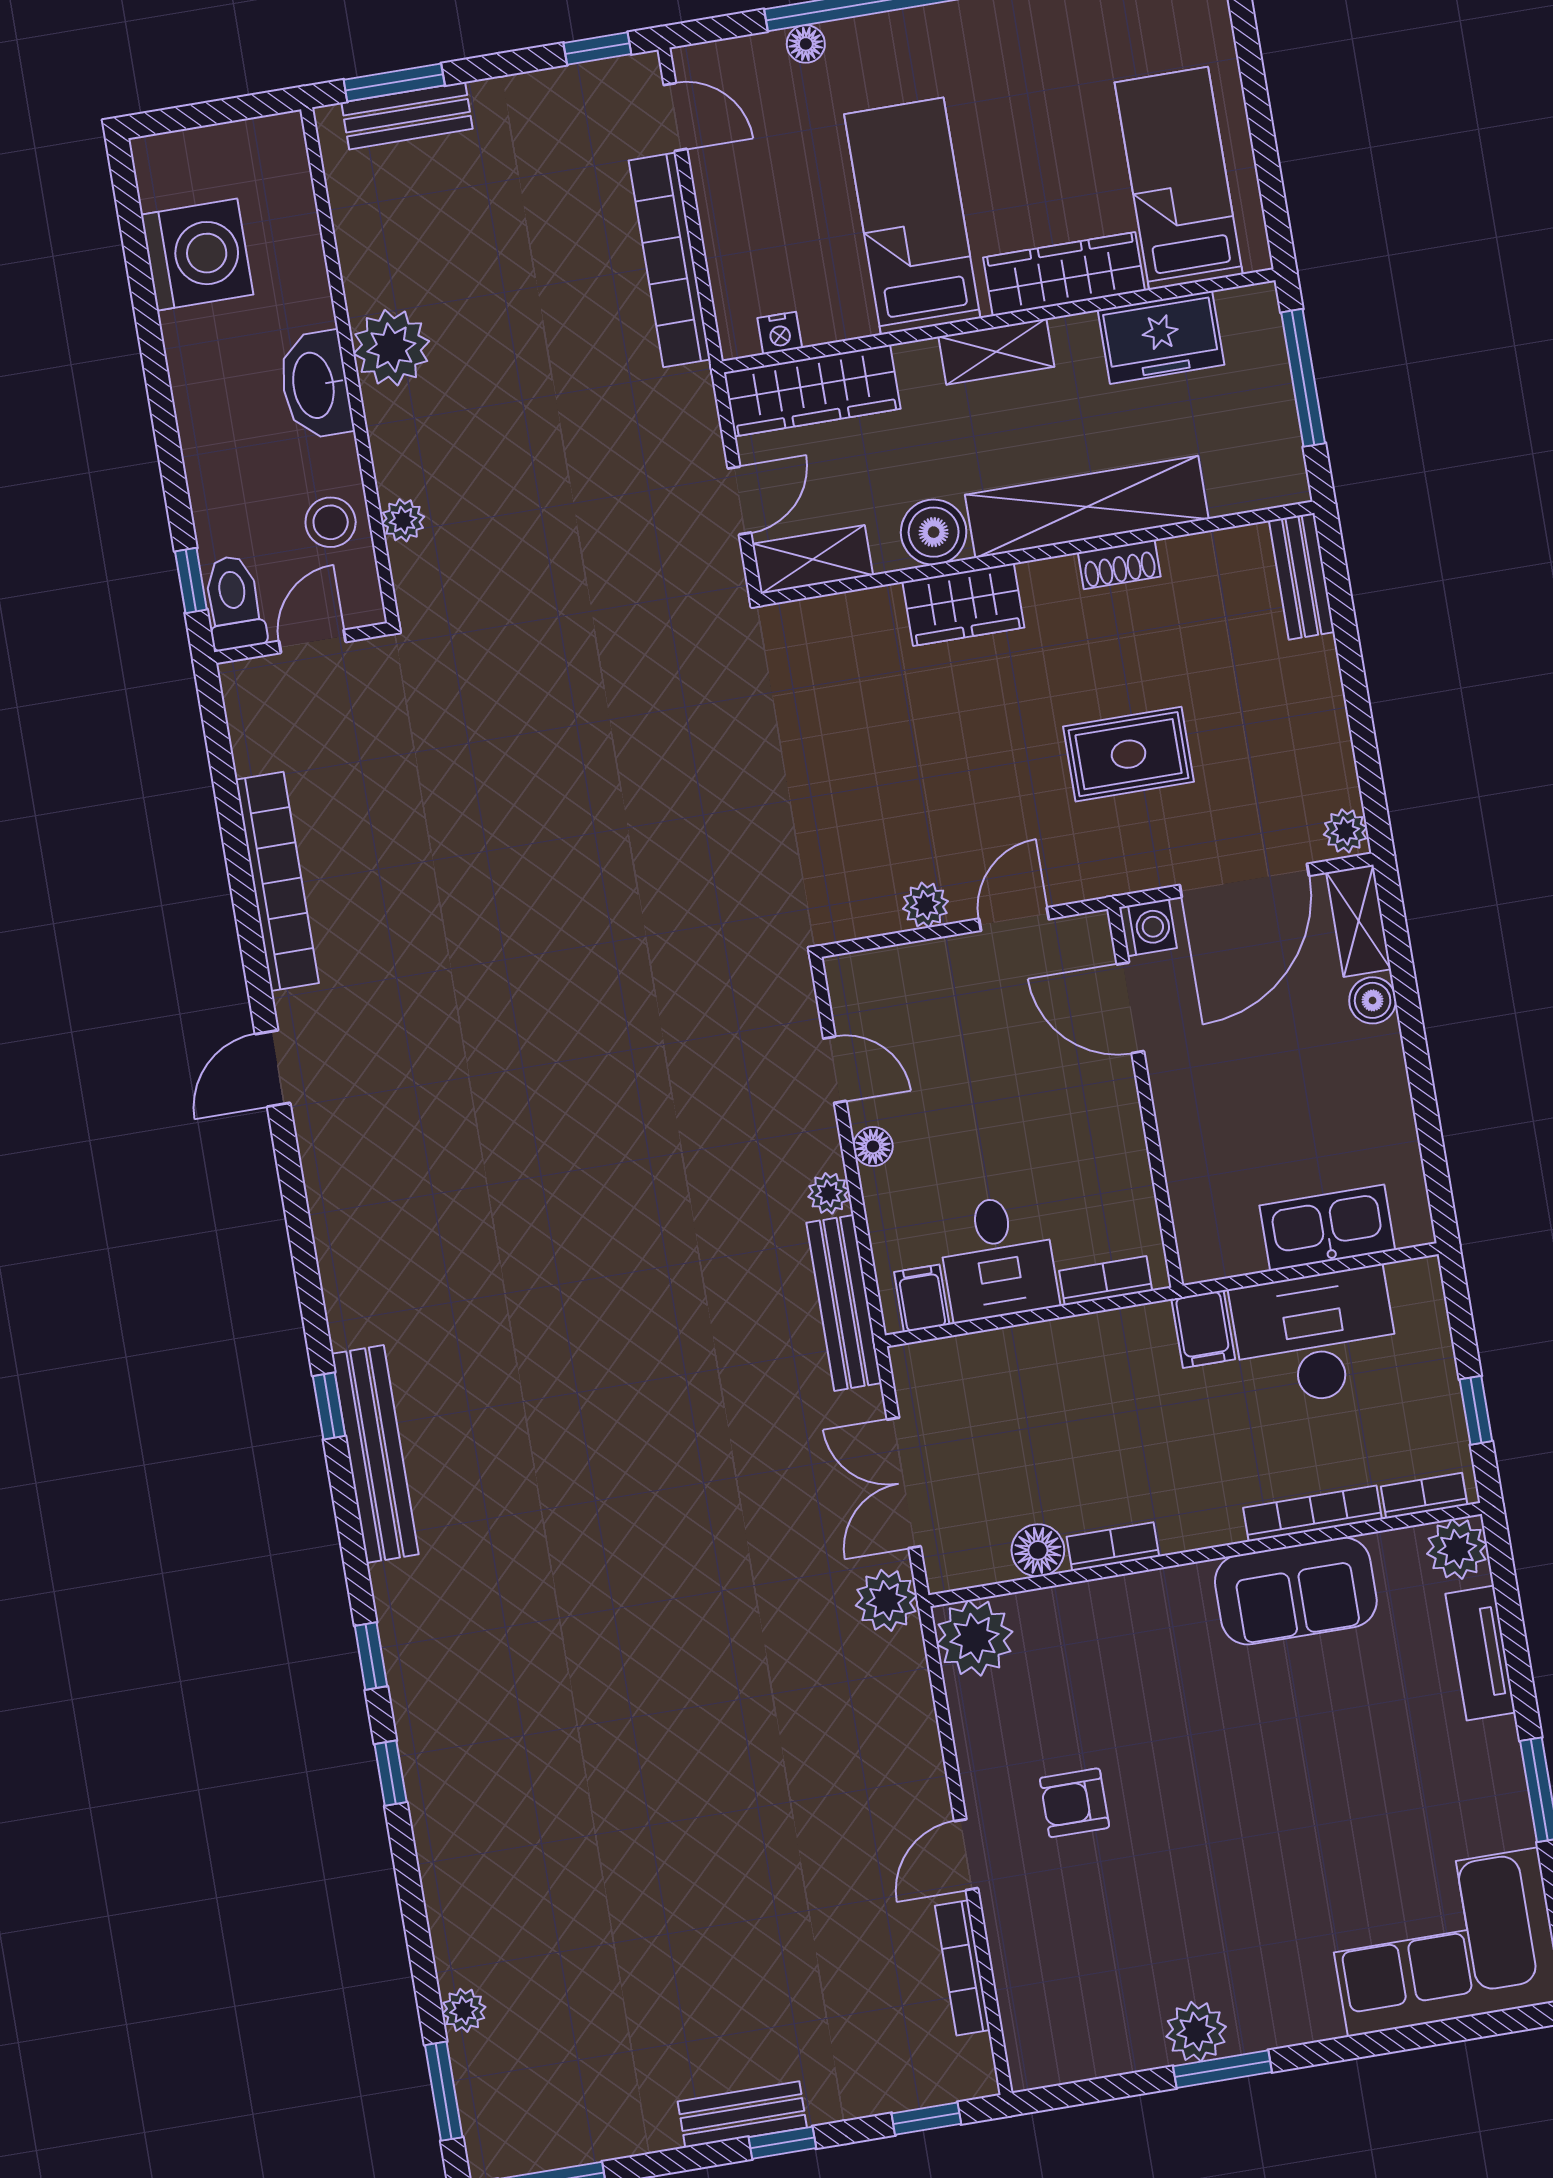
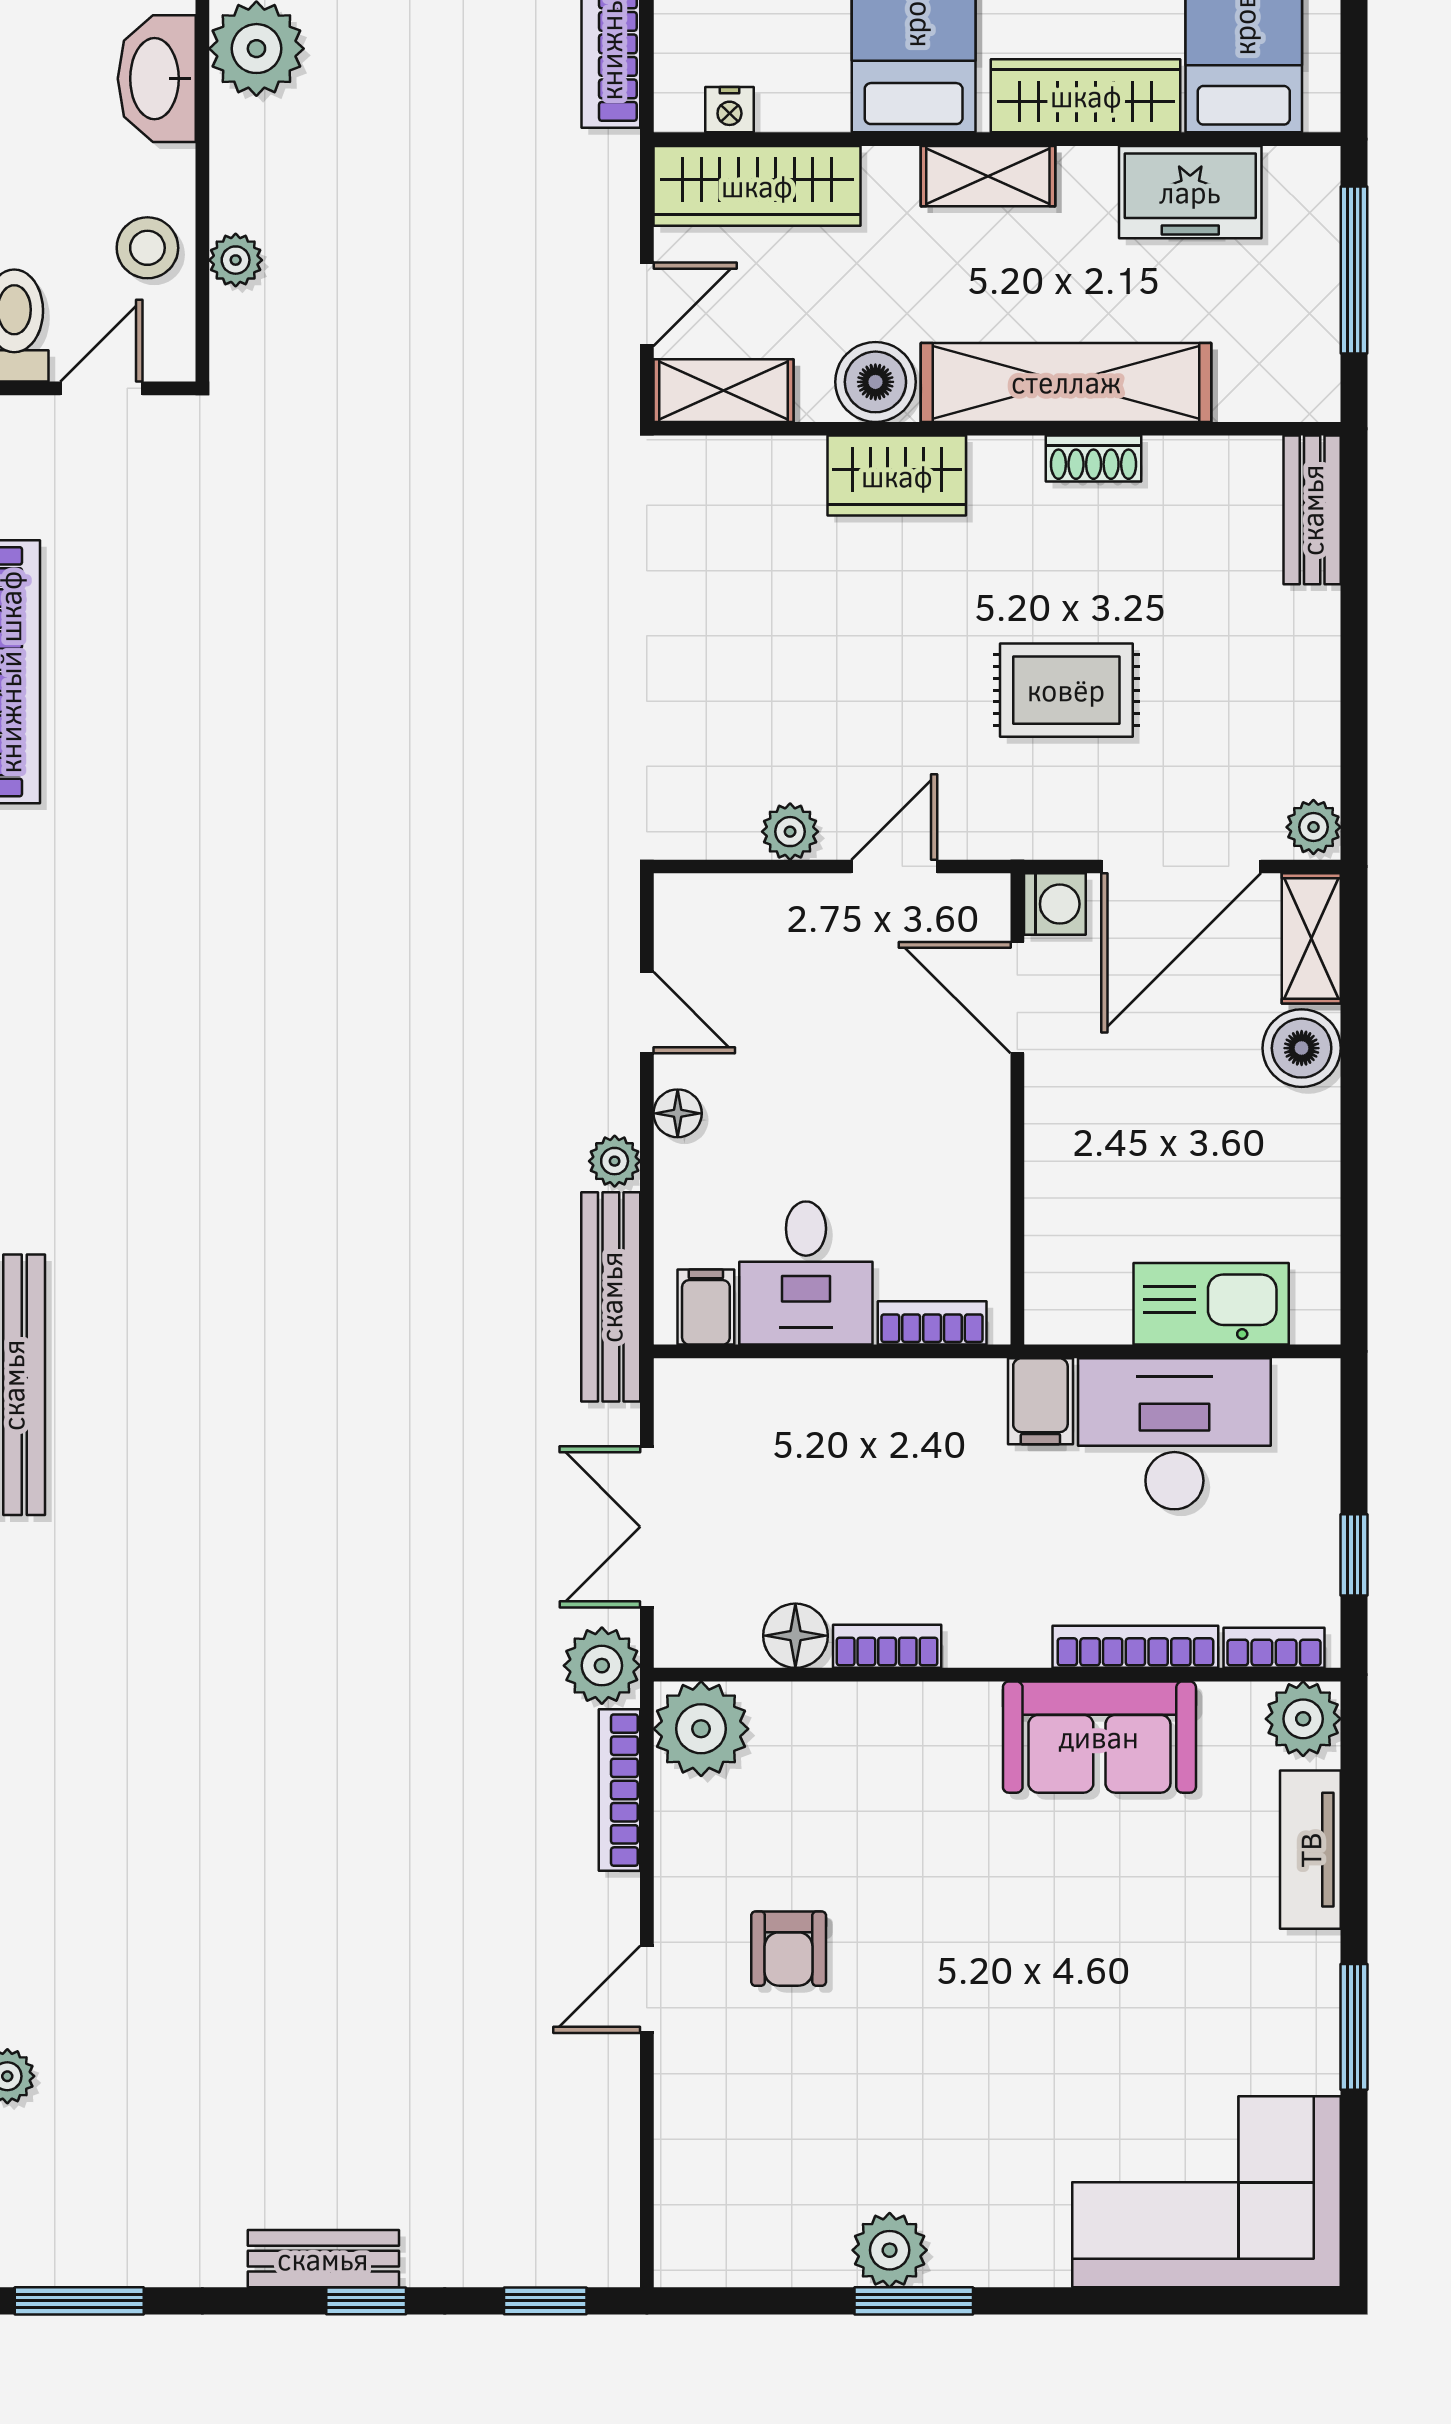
boiler: (1373, 1000) -> (1302, 1048), width x1.36, depth x1.36
armchair: (1074, 1803) -> (789, 1949), turned -90
bookcase: (962, 1968) -> (619, 1790), moved

